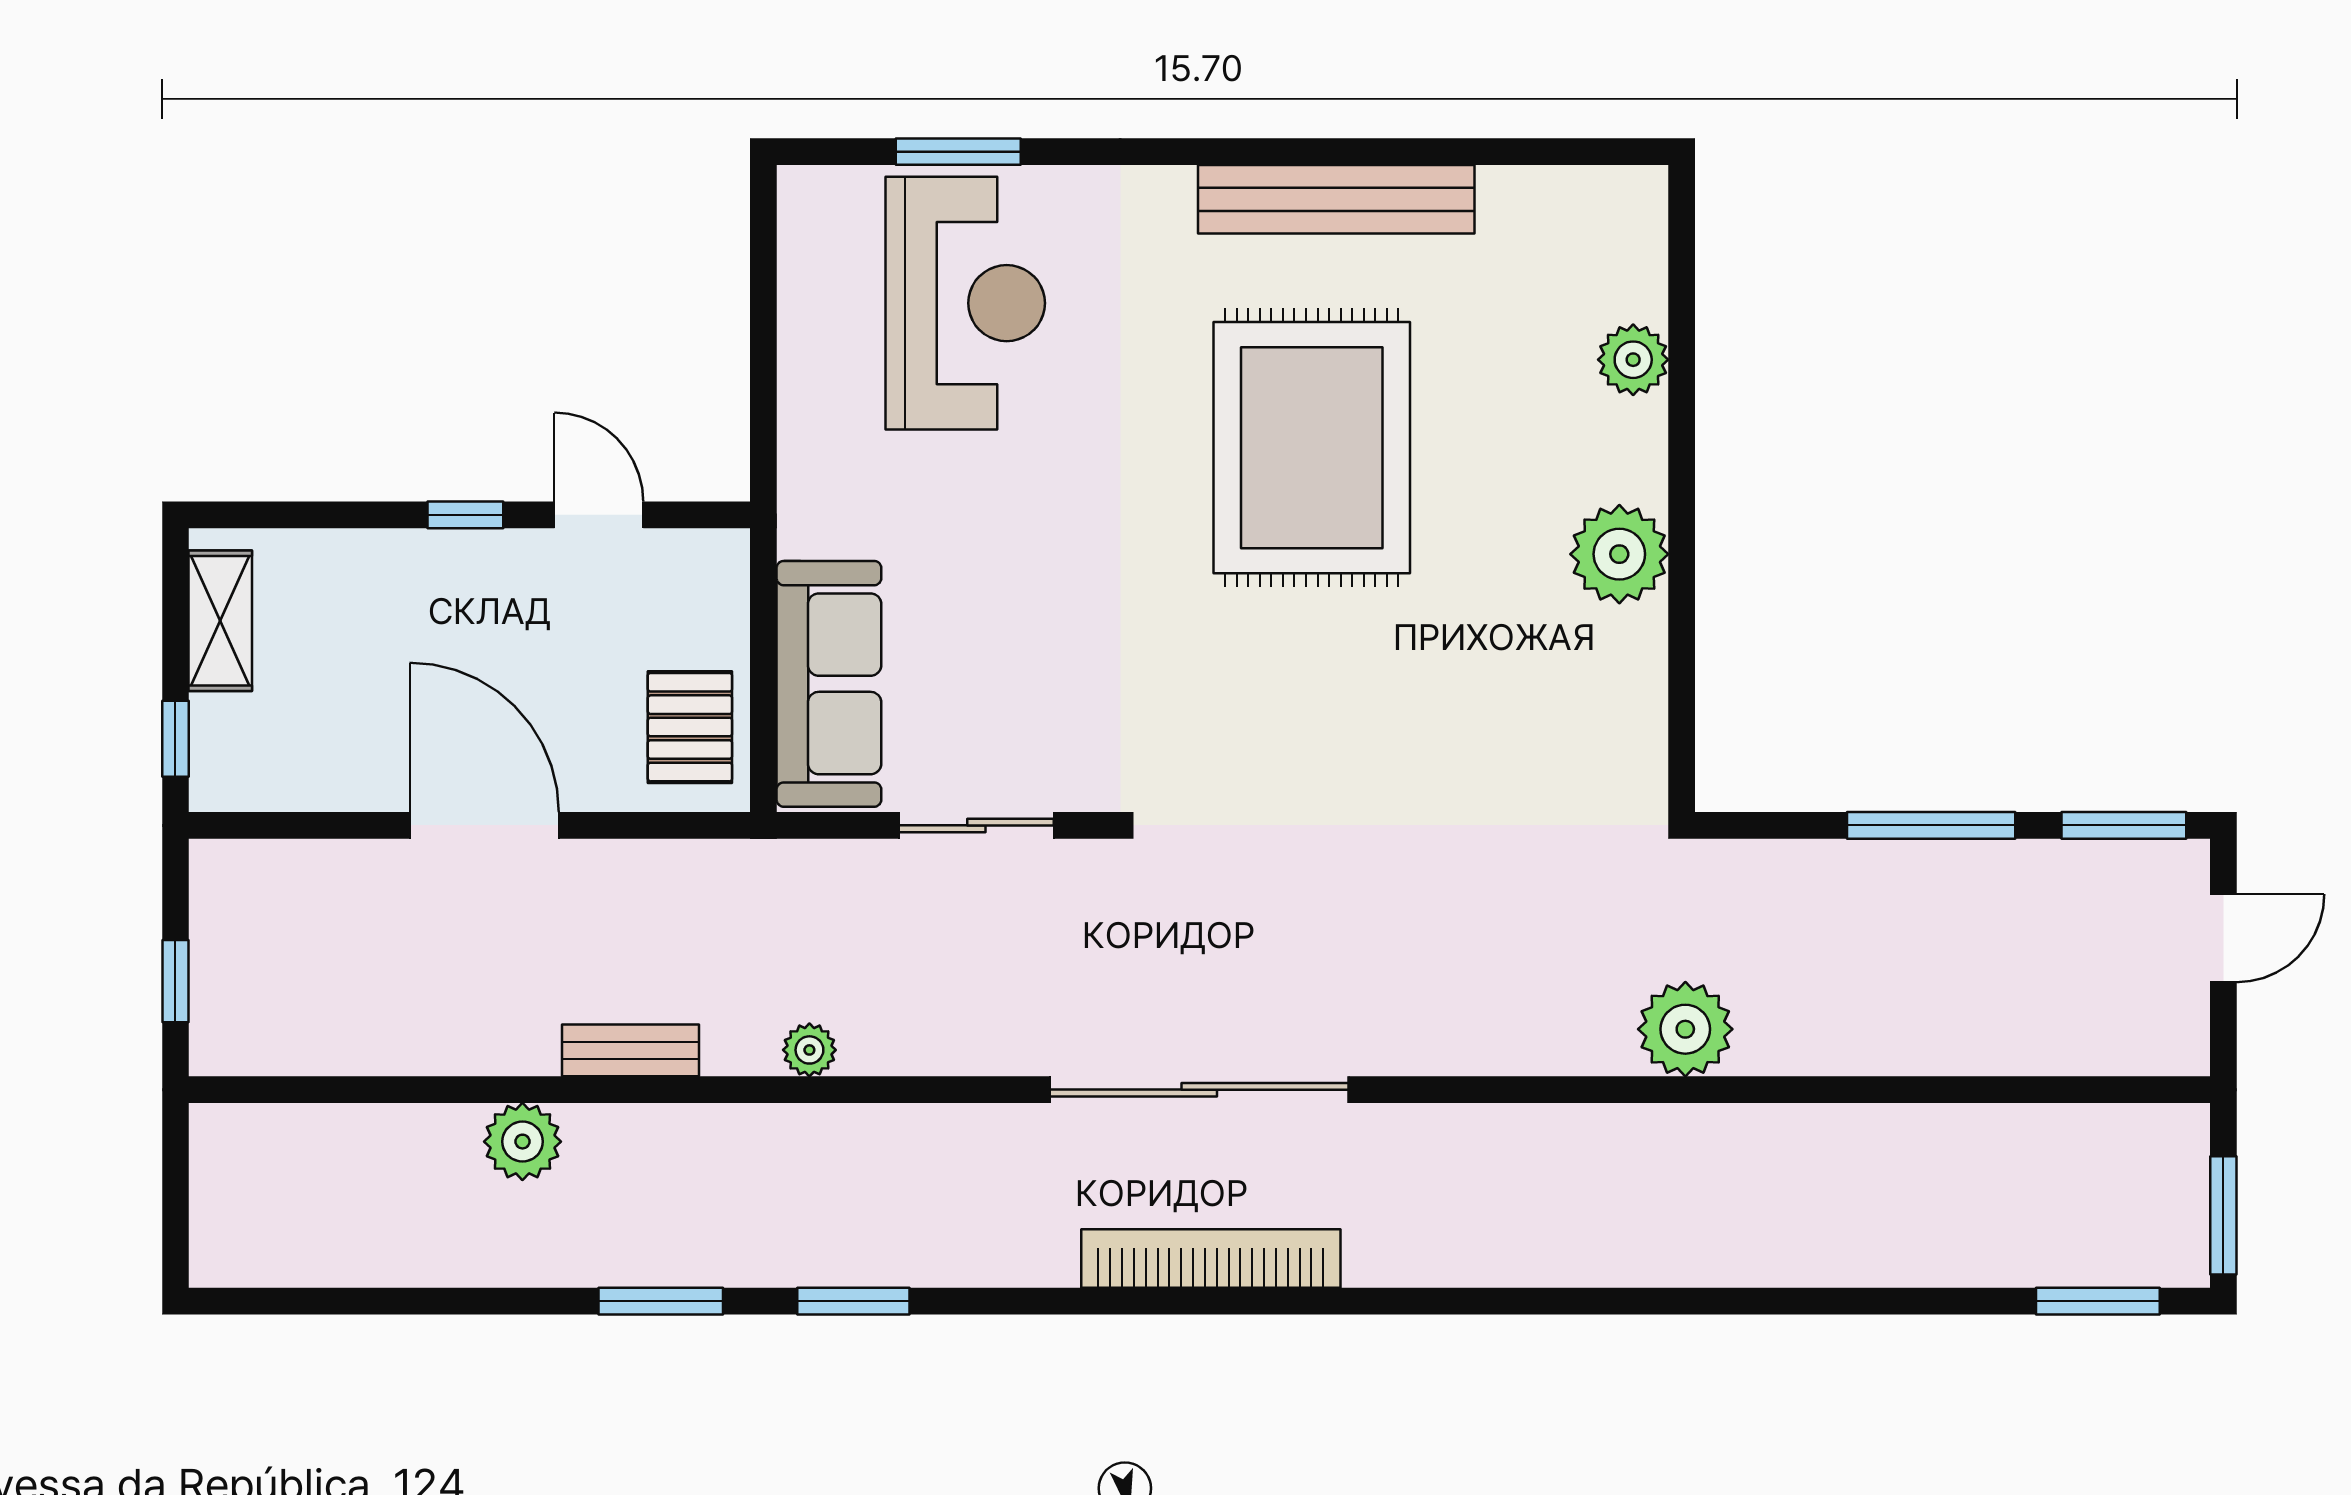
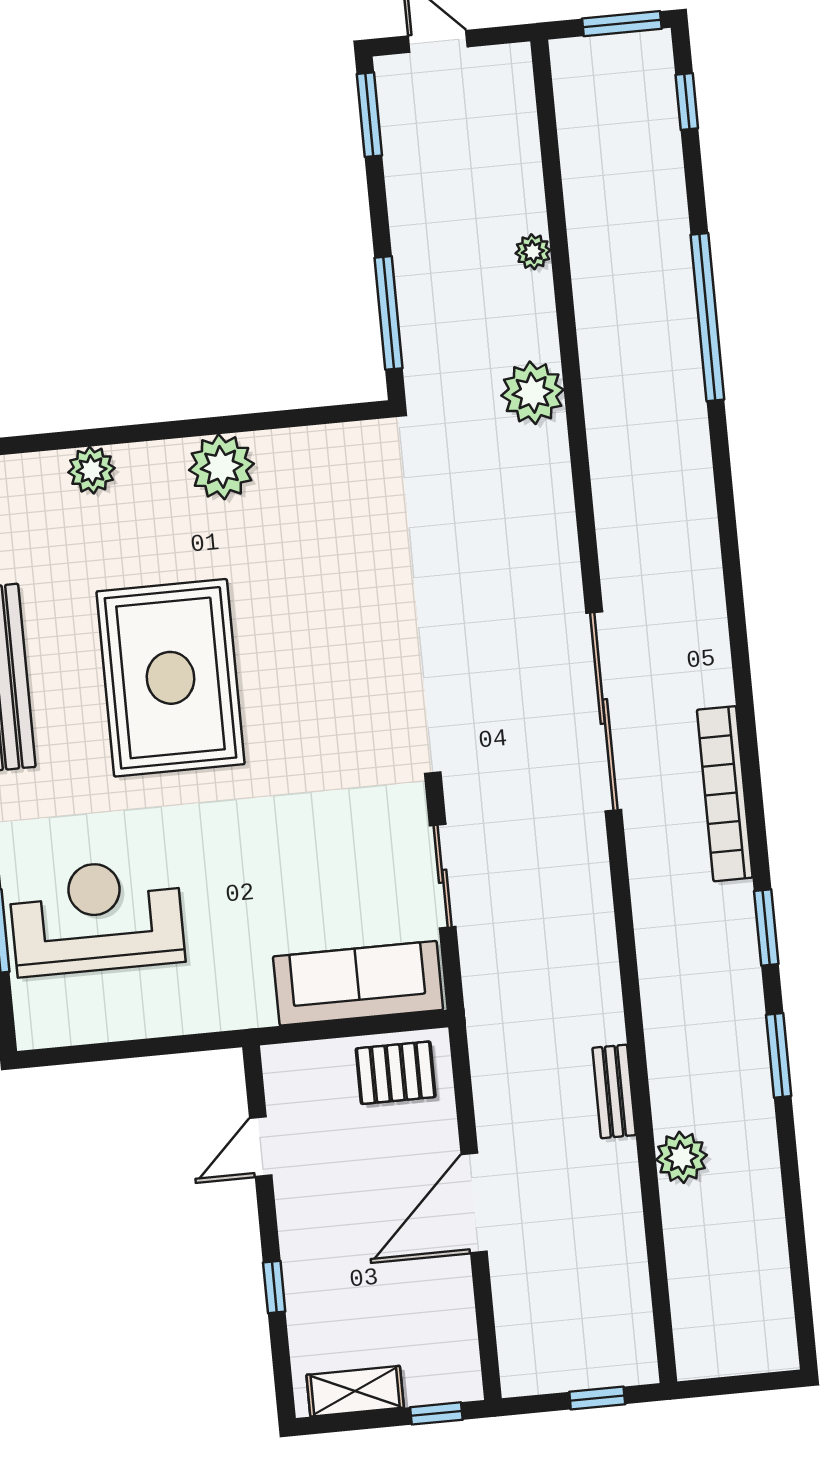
rug: (1312, 448) -> (170, 678), turned 90
window: (465, 515) -> (274, 1287), moved
window: (1931, 825) -> (388, 313), moved
plant: (809, 1050) -> (533, 252), moved
bookcase: (1211, 1258) -> (725, 794), moved
window: (1773, 1301) -> (707, 317), added
window: (2098, 1301) -> (687, 102), width x0.67

